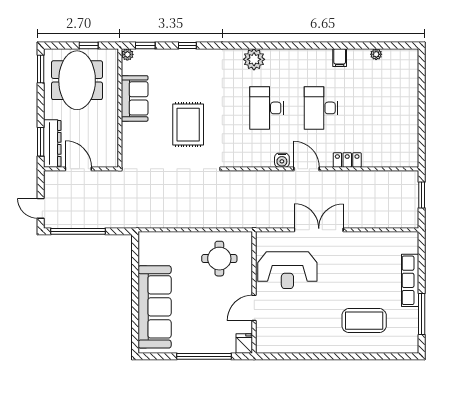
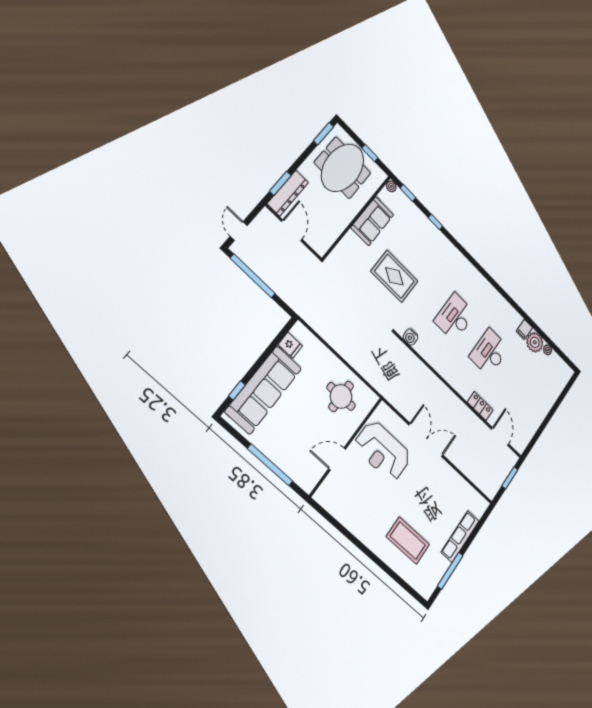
plant: (254, 59) -> (535, 342), moved
rug: (188, 125) -> (394, 276), turned 90
water cooler: (282, 160) -> (411, 337), moved
door: (306, 169) -> (500, 437), moved
window: (135, 325) -> (237, 390), added
fridge: (244, 343) -> (290, 345), moved, turned 90

